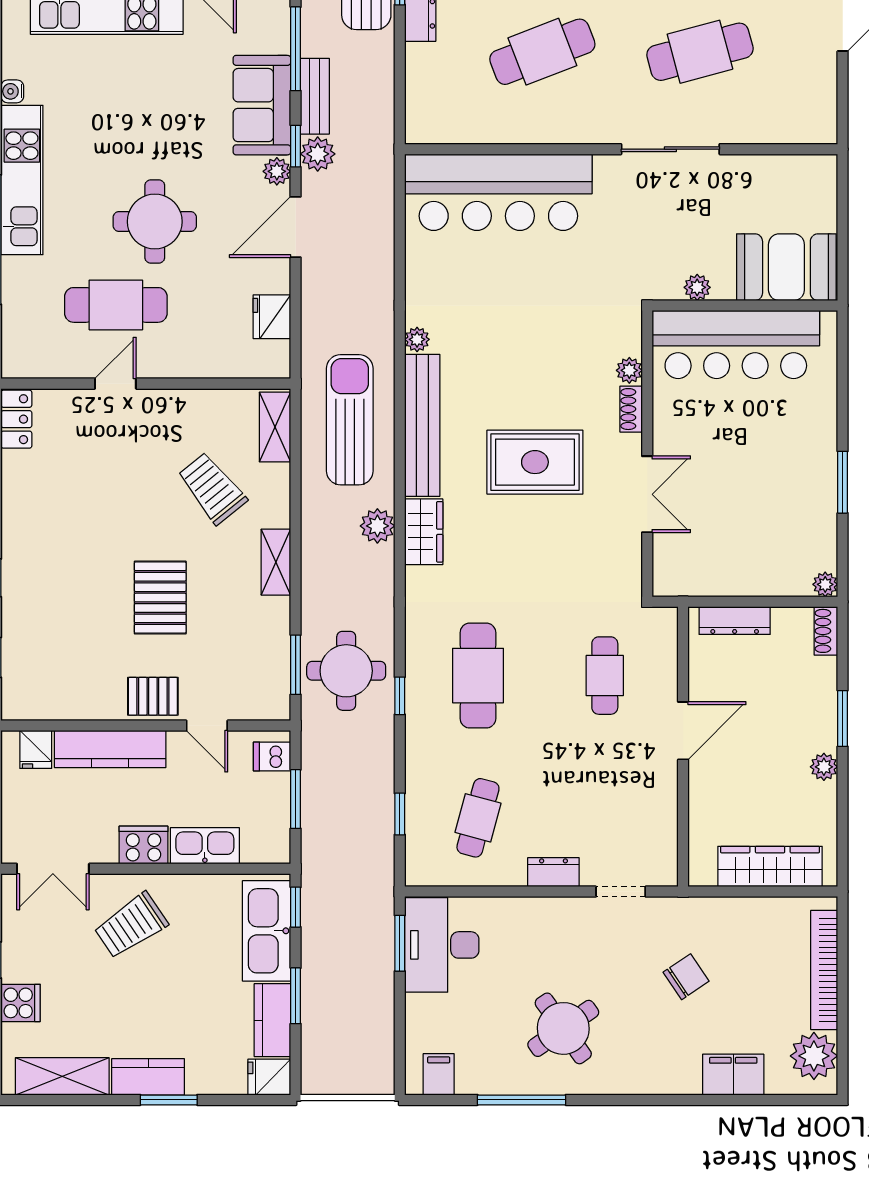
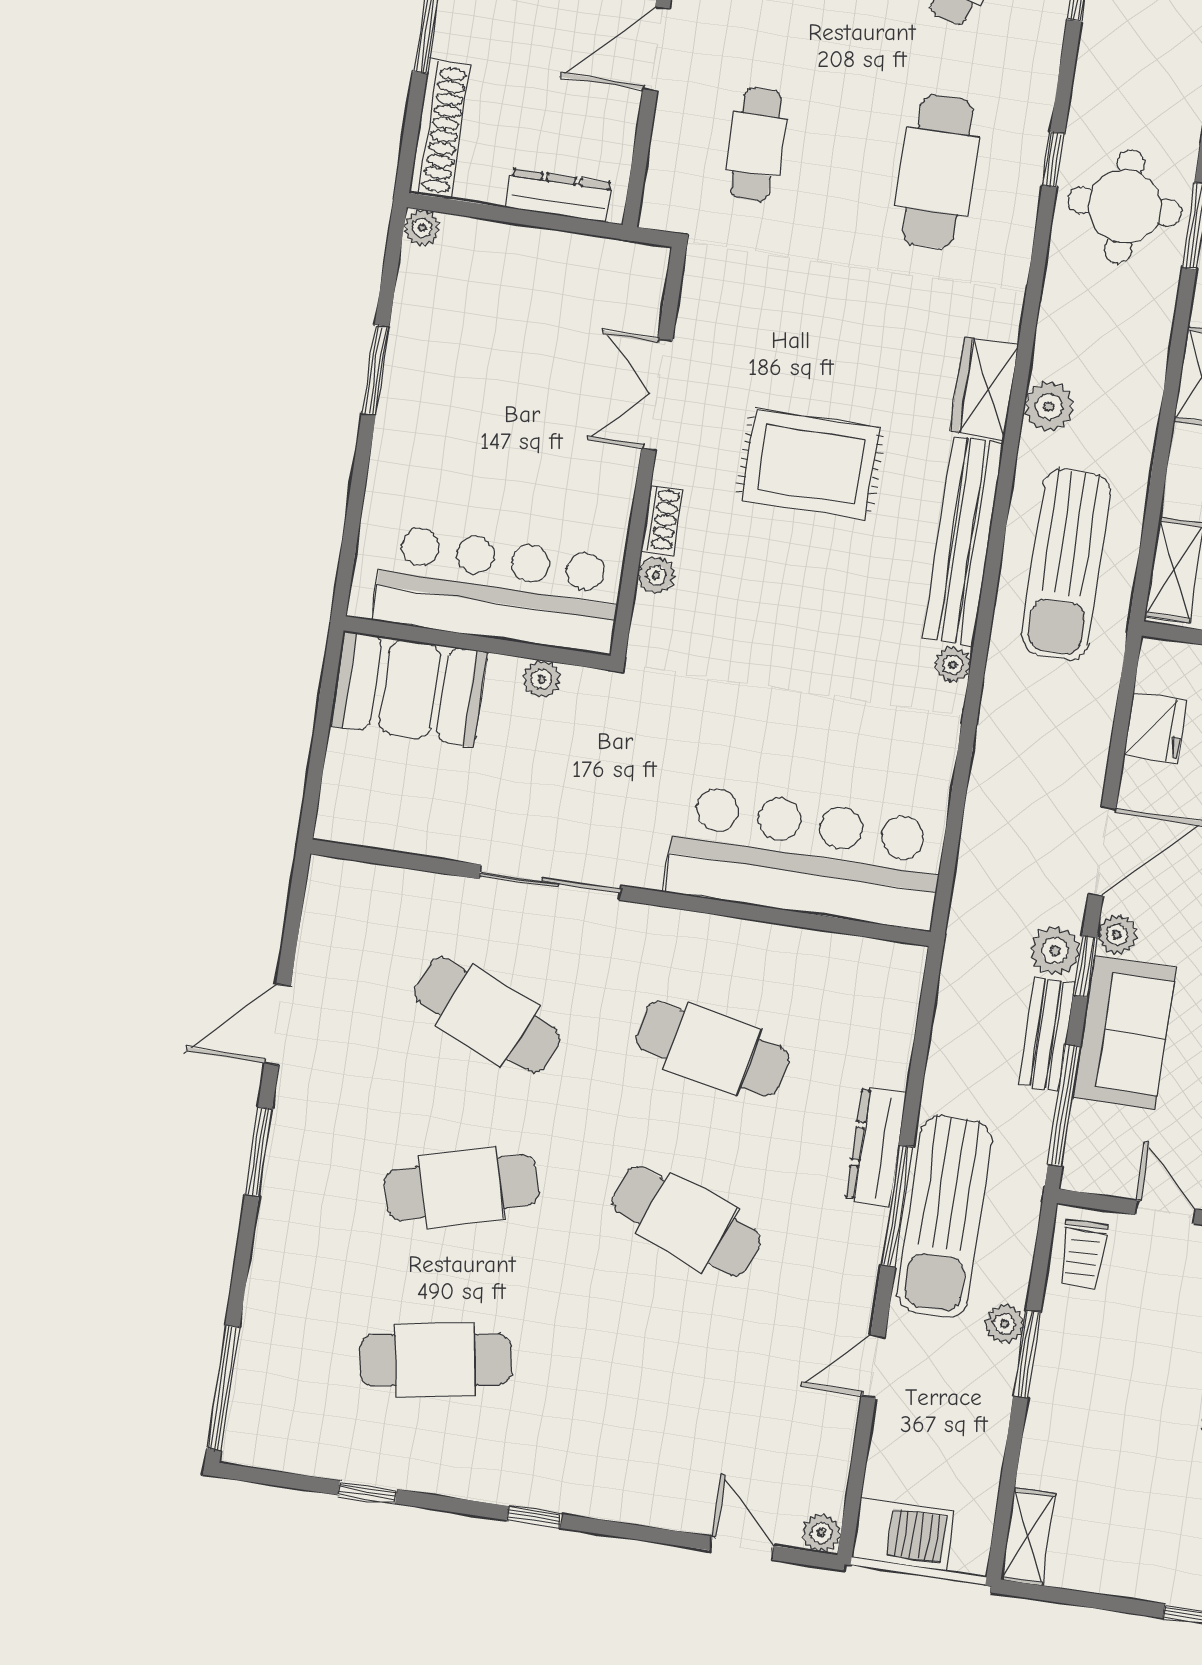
cafe table: (542, 52) -> (712, 1049), turned 33
cafe table: (700, 52) -> (487, 1015), turned 39
shoe rack: (826, 631) -> (440, 129), width x1.94, depth x1.24

